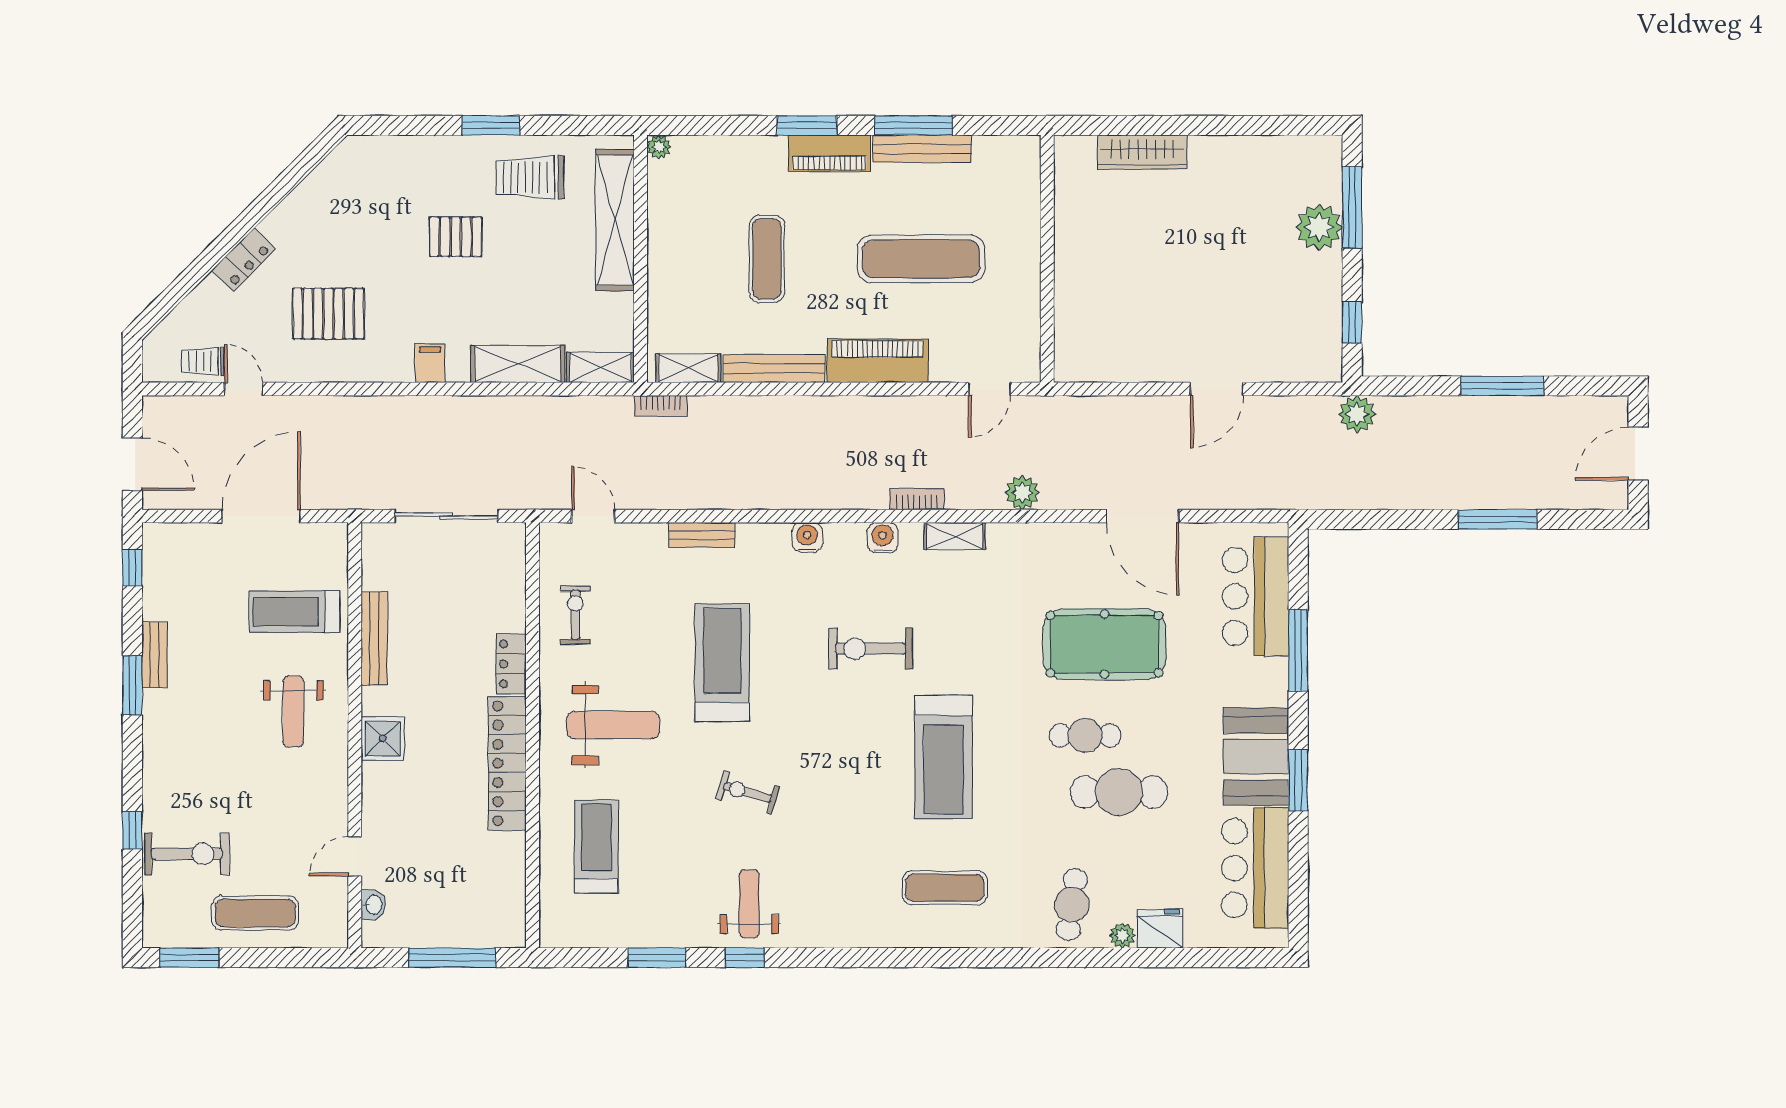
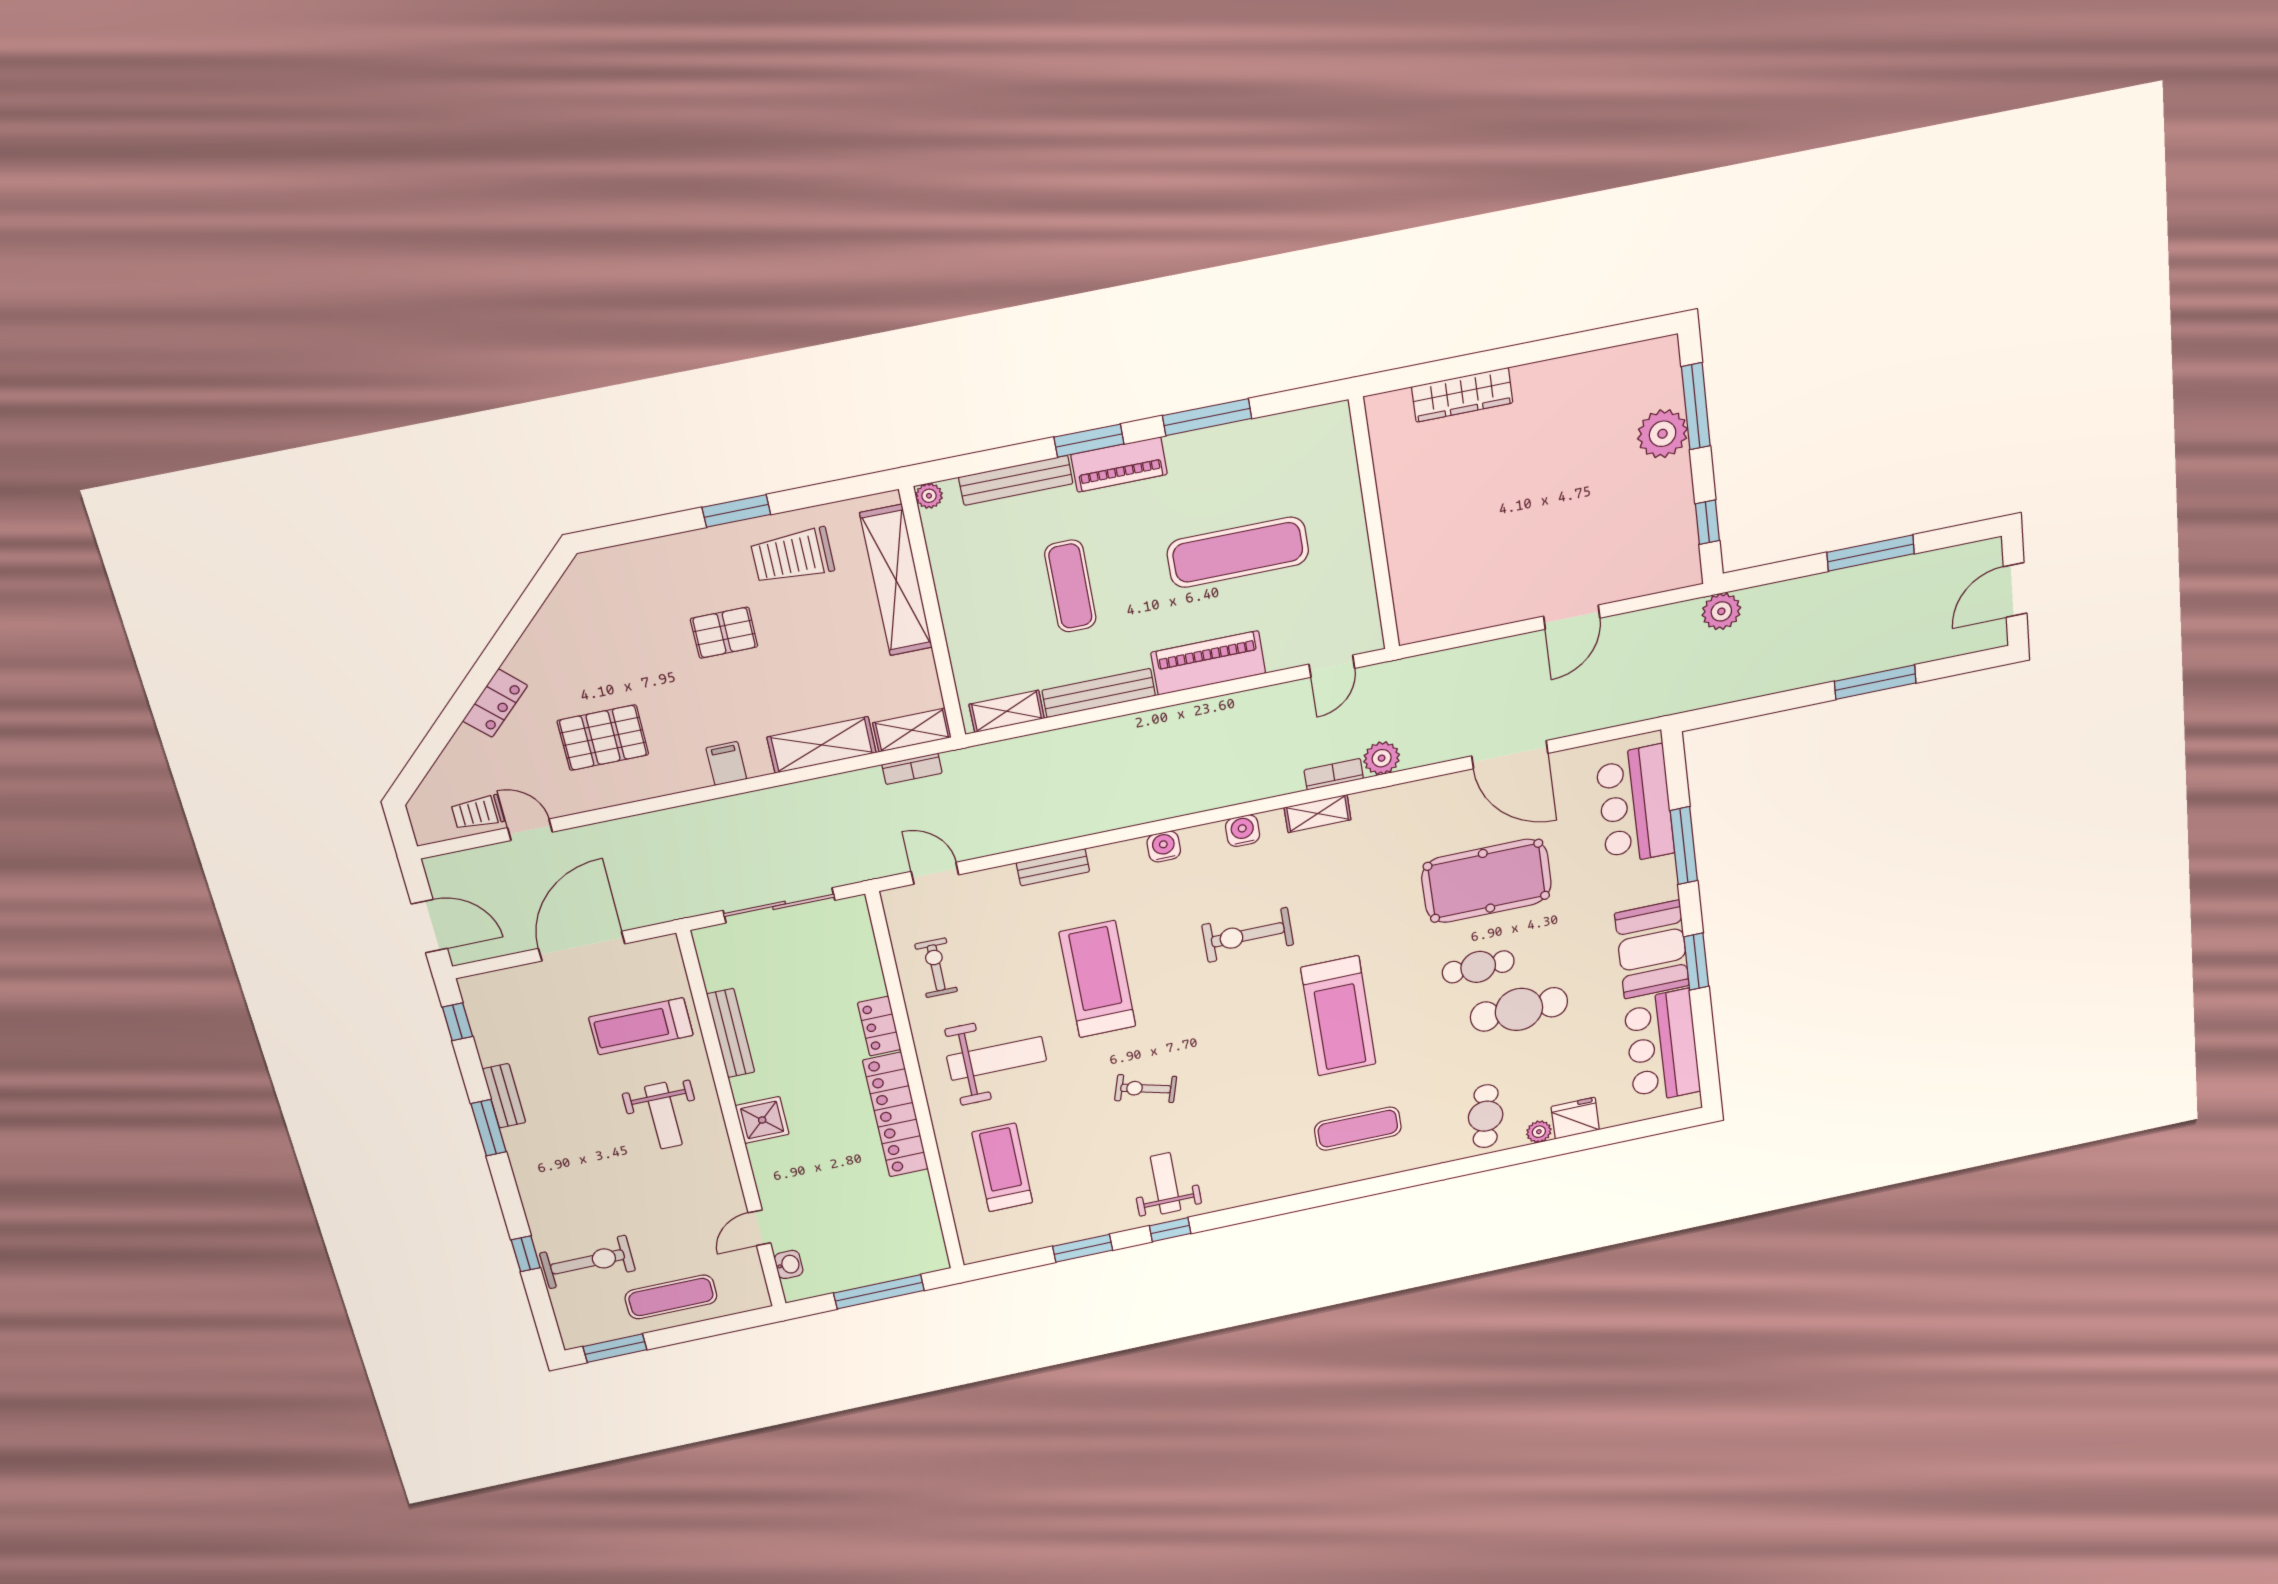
bench: (922, 149) -> (1016, 480), moved
bookcase: (661, 406) -> (912, 769), moved
bookcase: (917, 499) -> (1334, 774), moved

